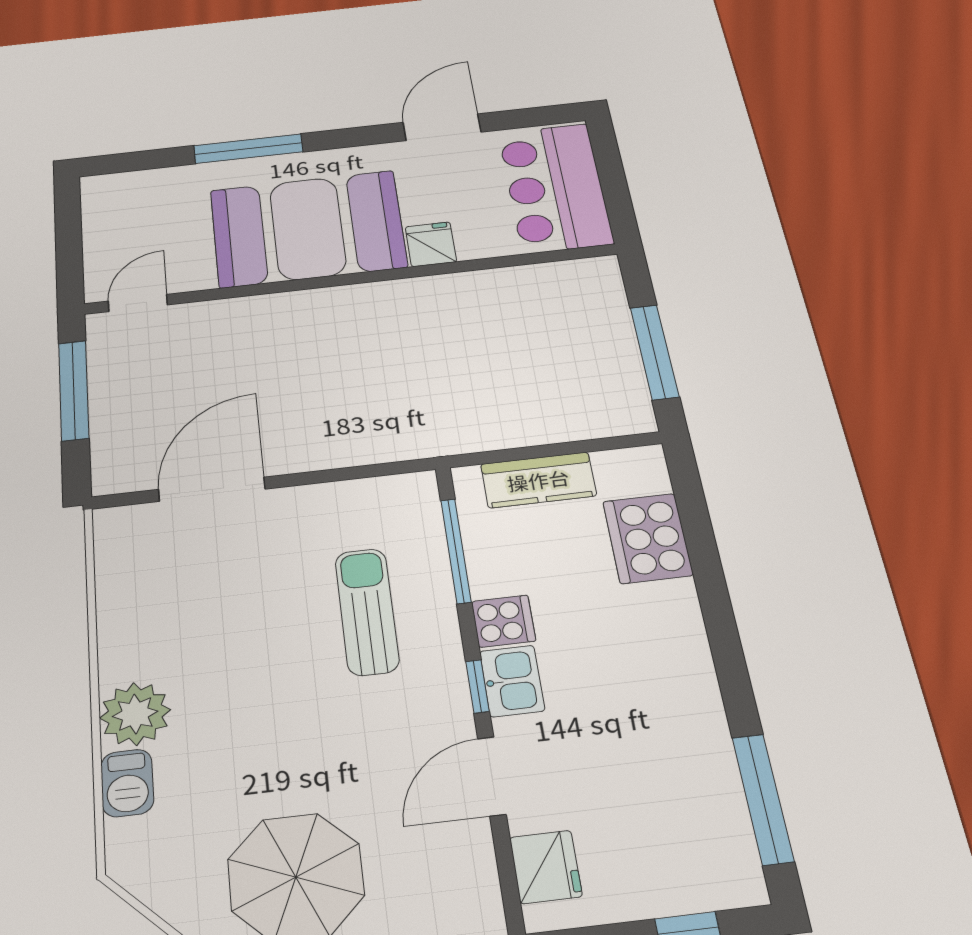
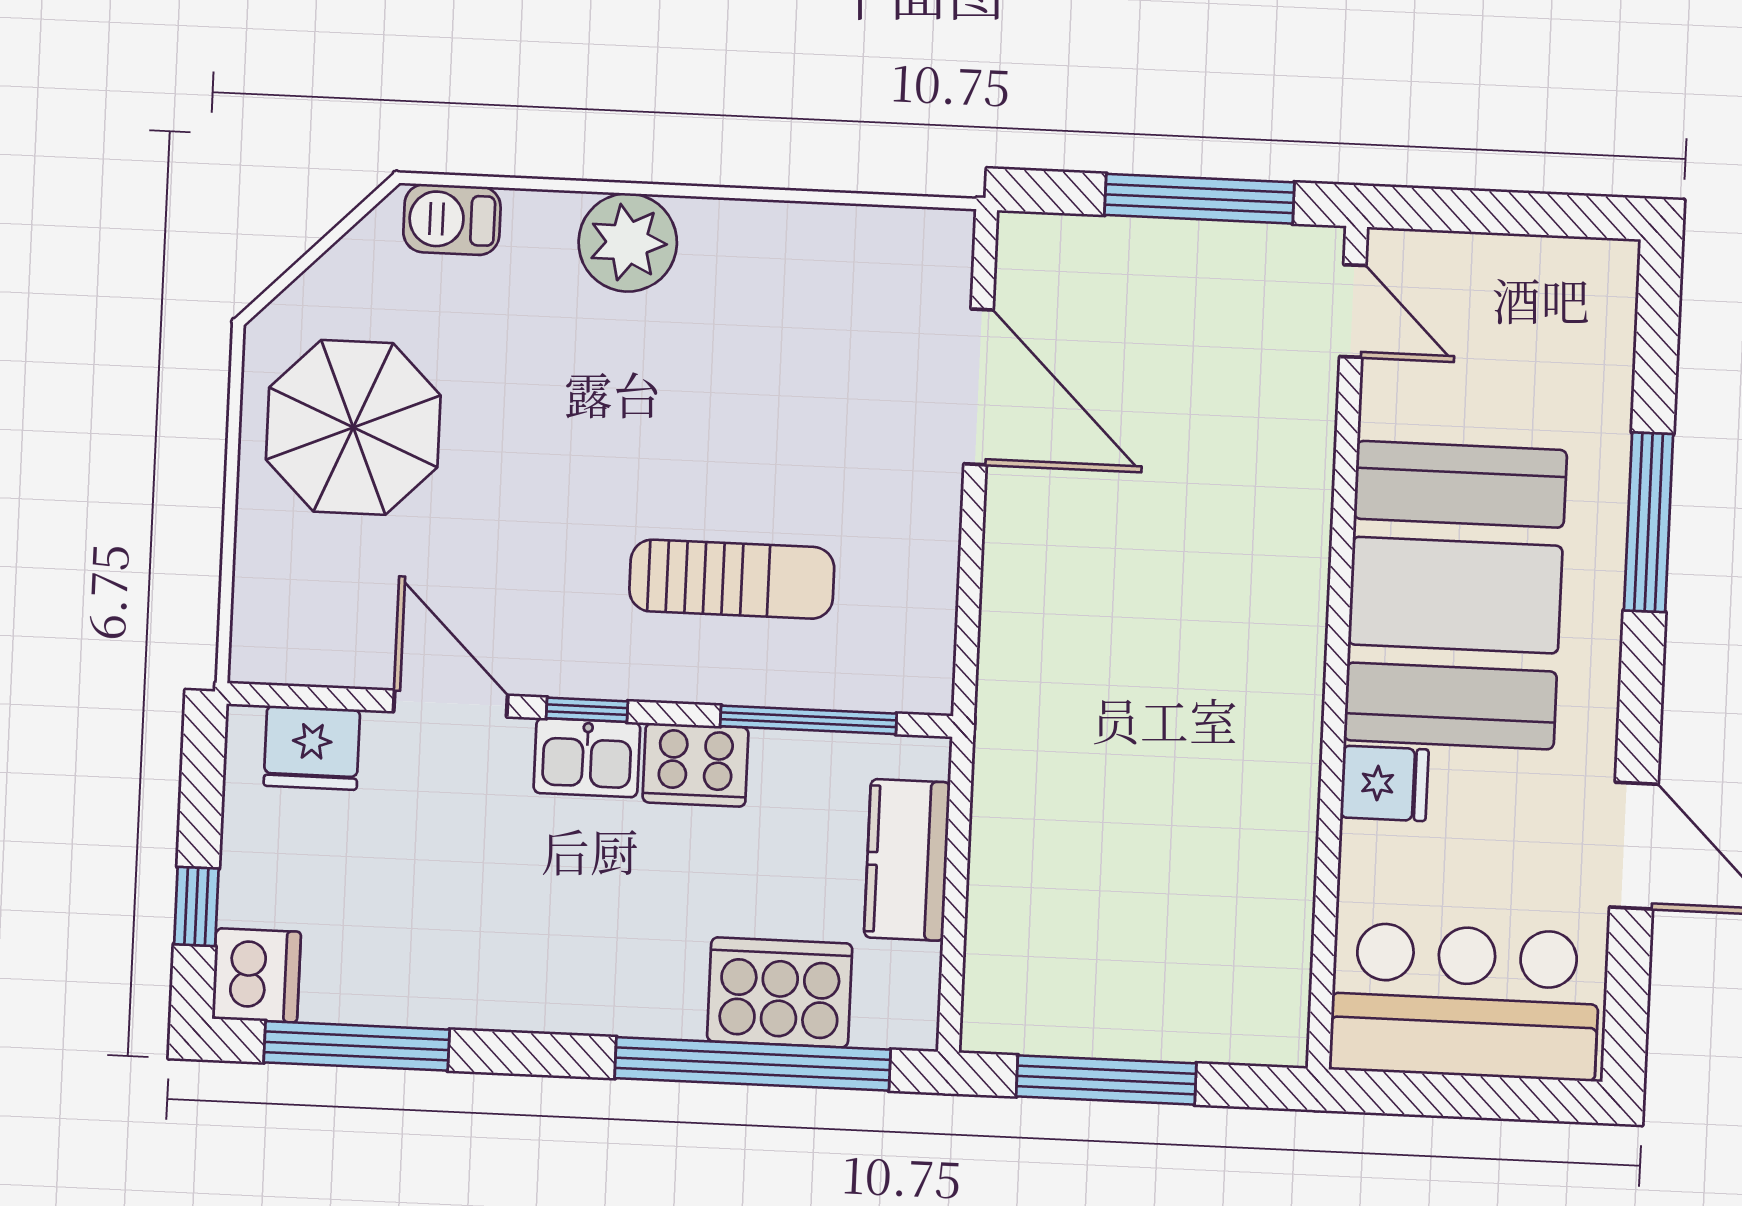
window: (701, 546) -> (753, 1064), added
cooker: (503, 621) -> (696, 765), width x1.36
barbecue: (127, 783) -> (452, 220), moved
dishwasher: (729, 878) -> (256, 975), added

